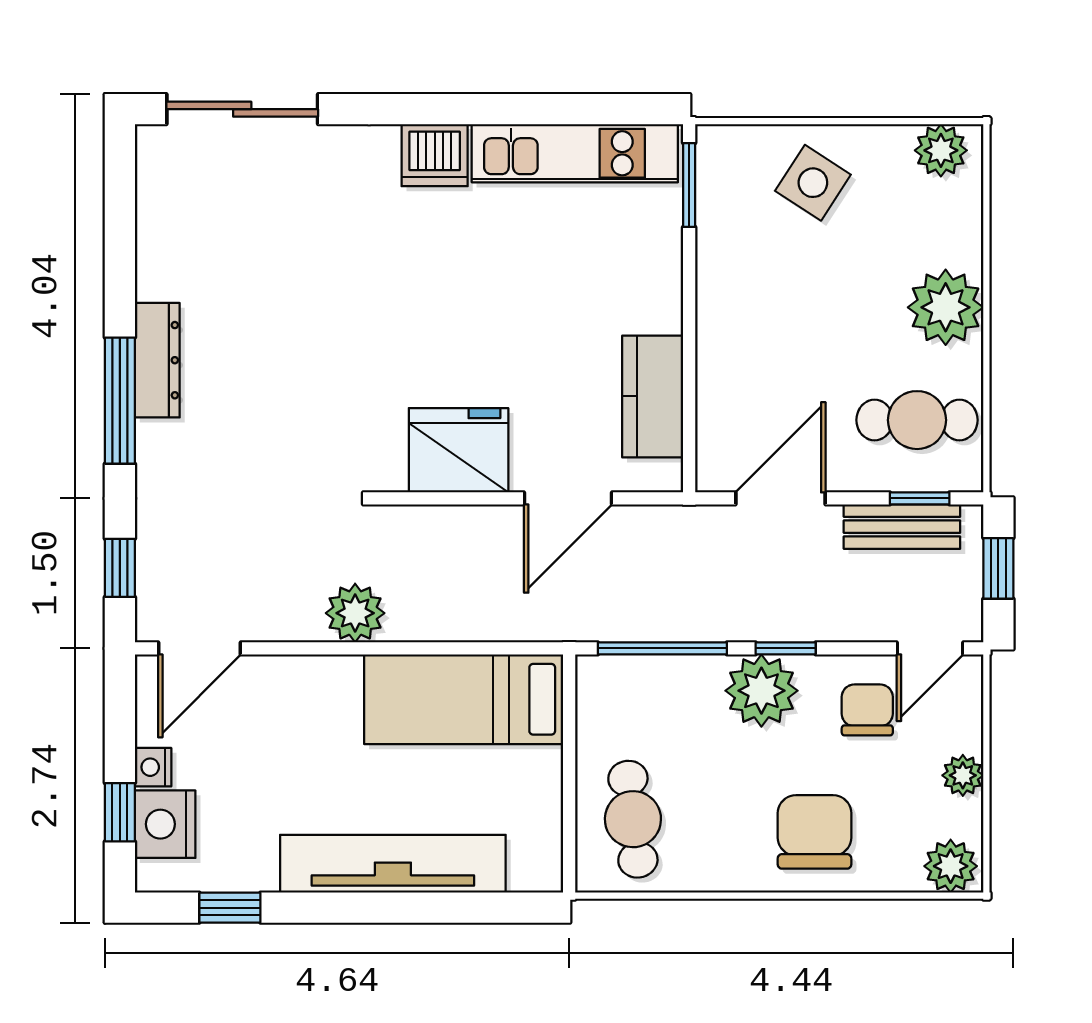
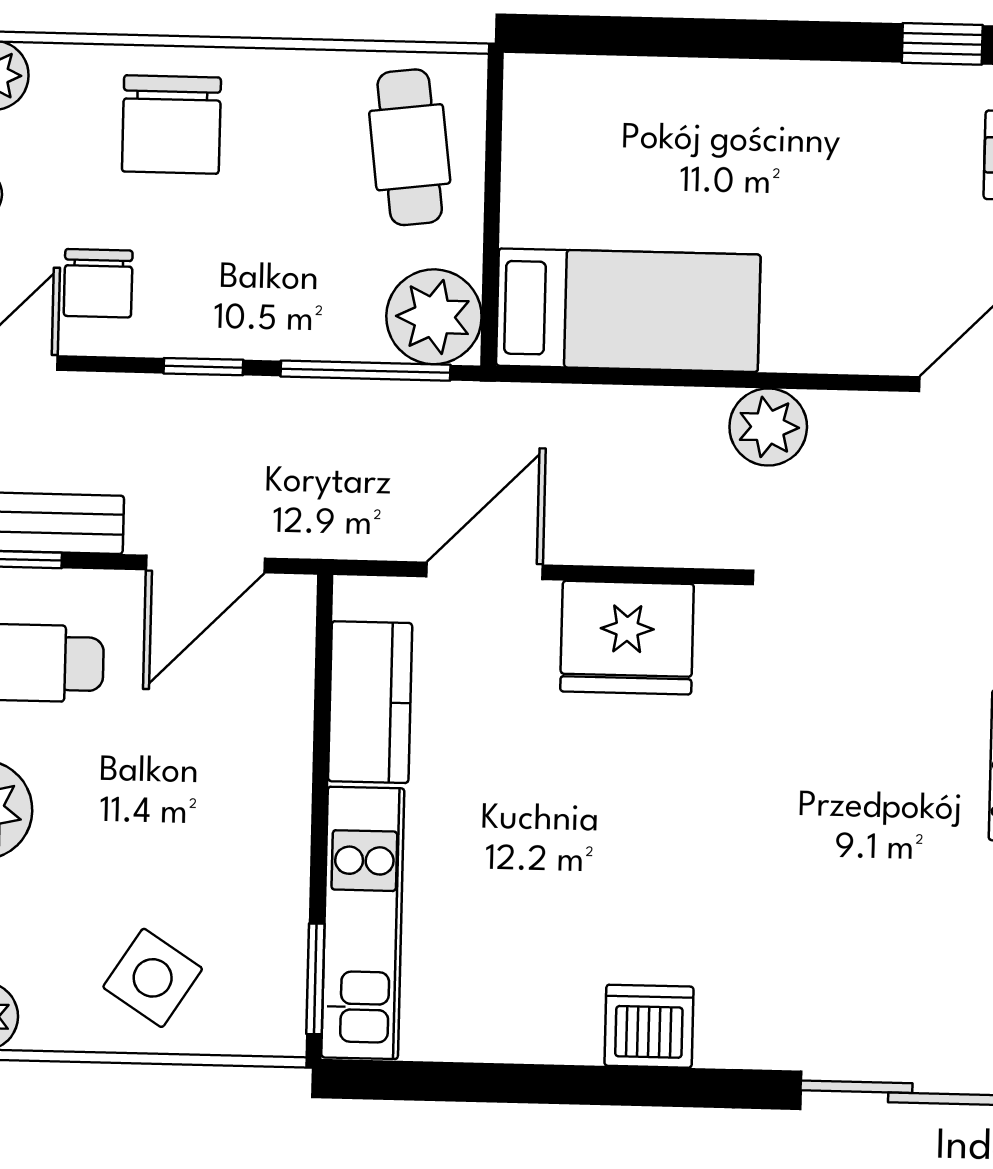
kitchen unit: (575, 153) -> (363, 923), moved, turned 90
plant: (761, 691) -> (434, 317), moved
tv unit: (393, 864) -> (727, 96), removed

